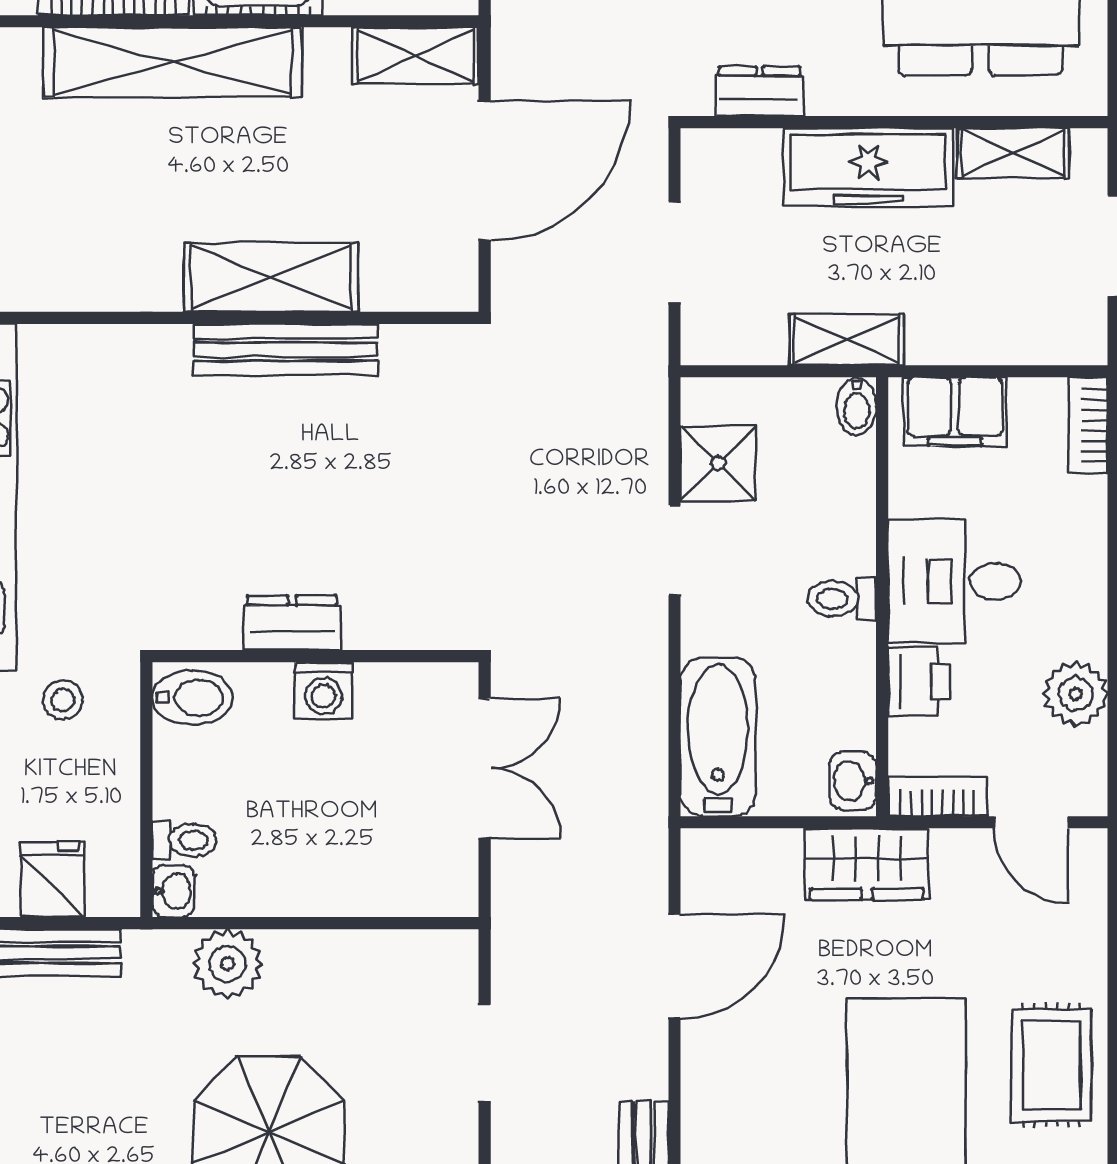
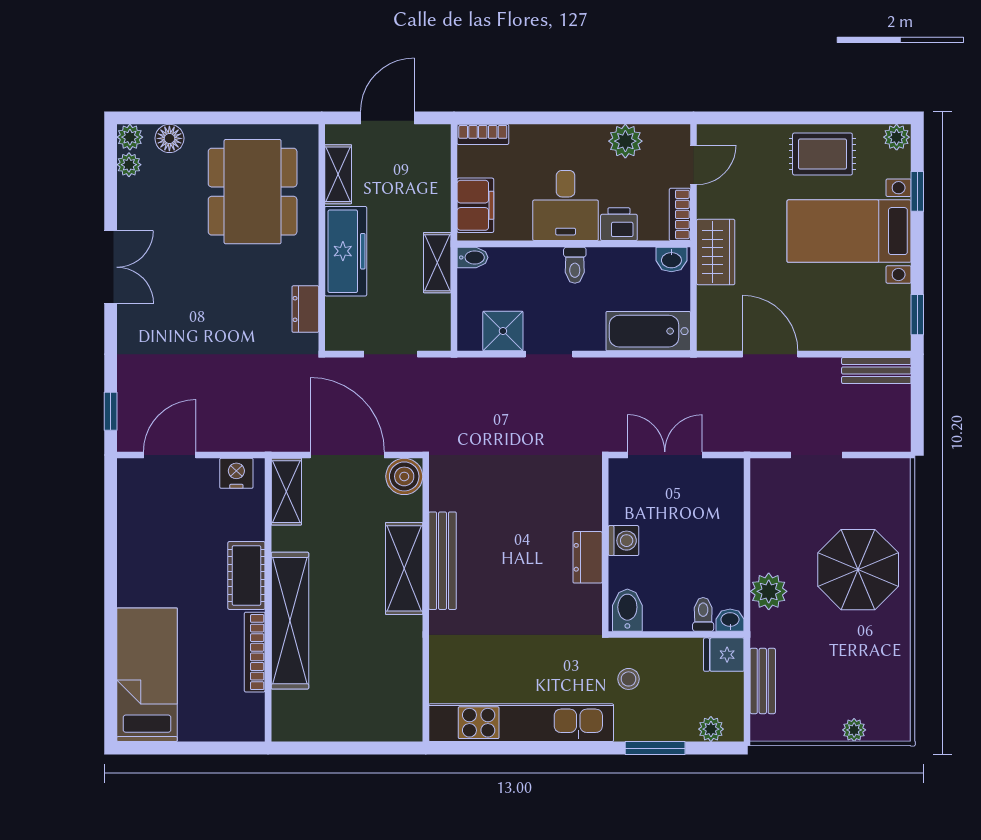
boiler: (444, 277) -> (404, 476), added
fridge: (52, 879) -> (724, 655), moved

